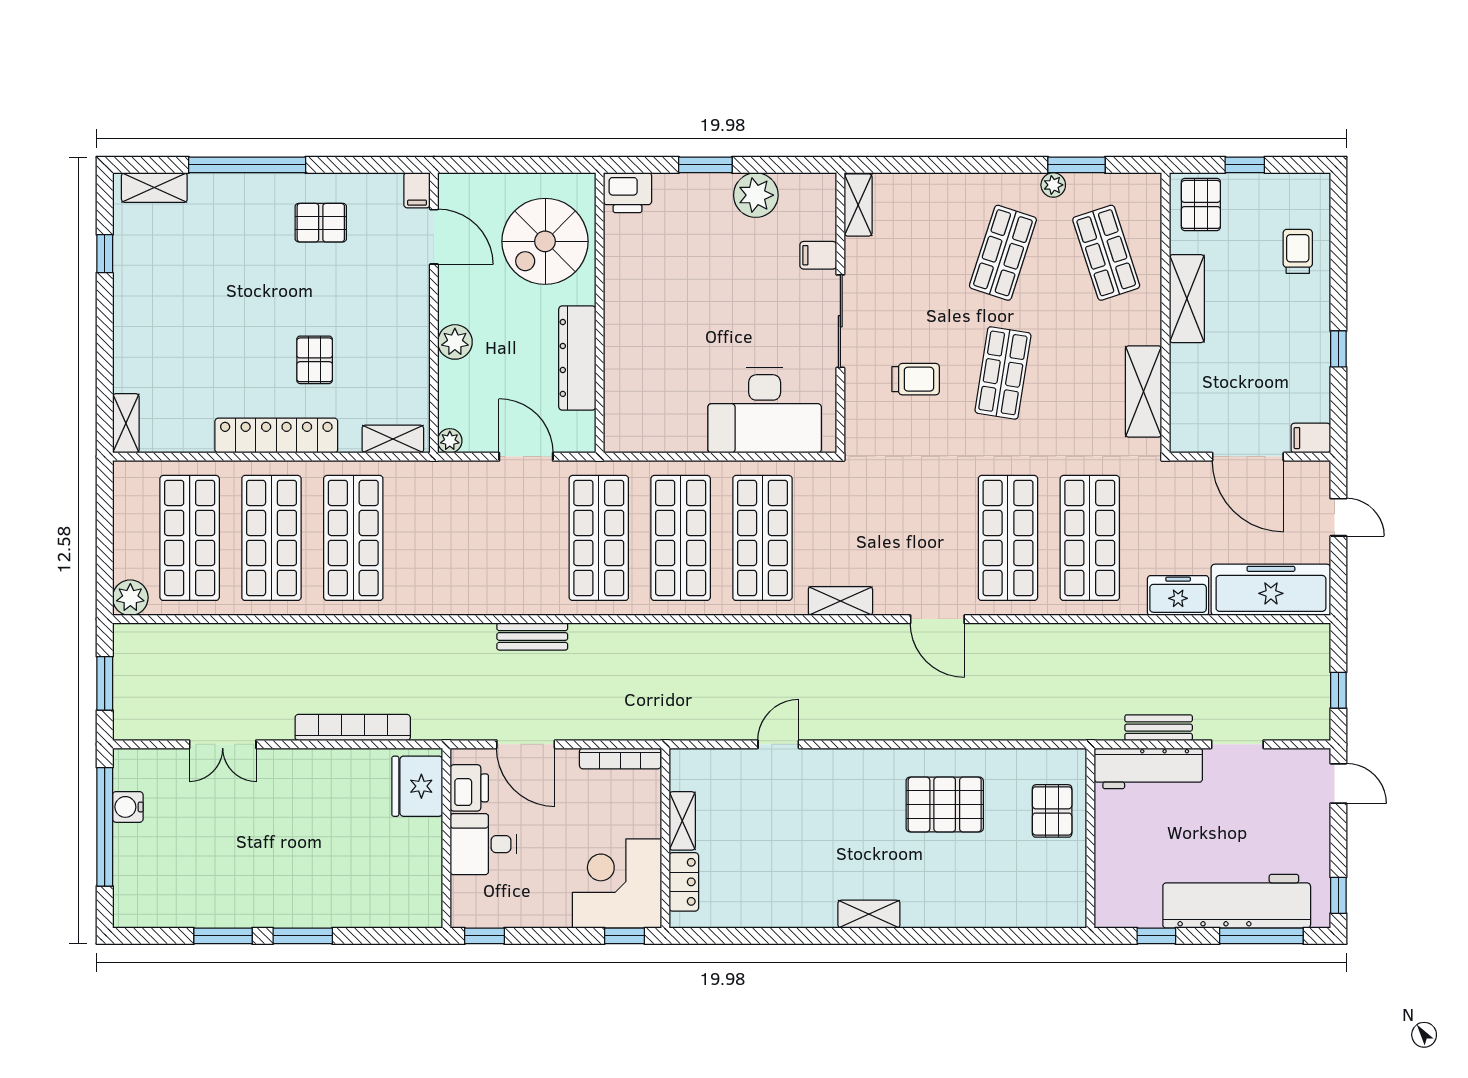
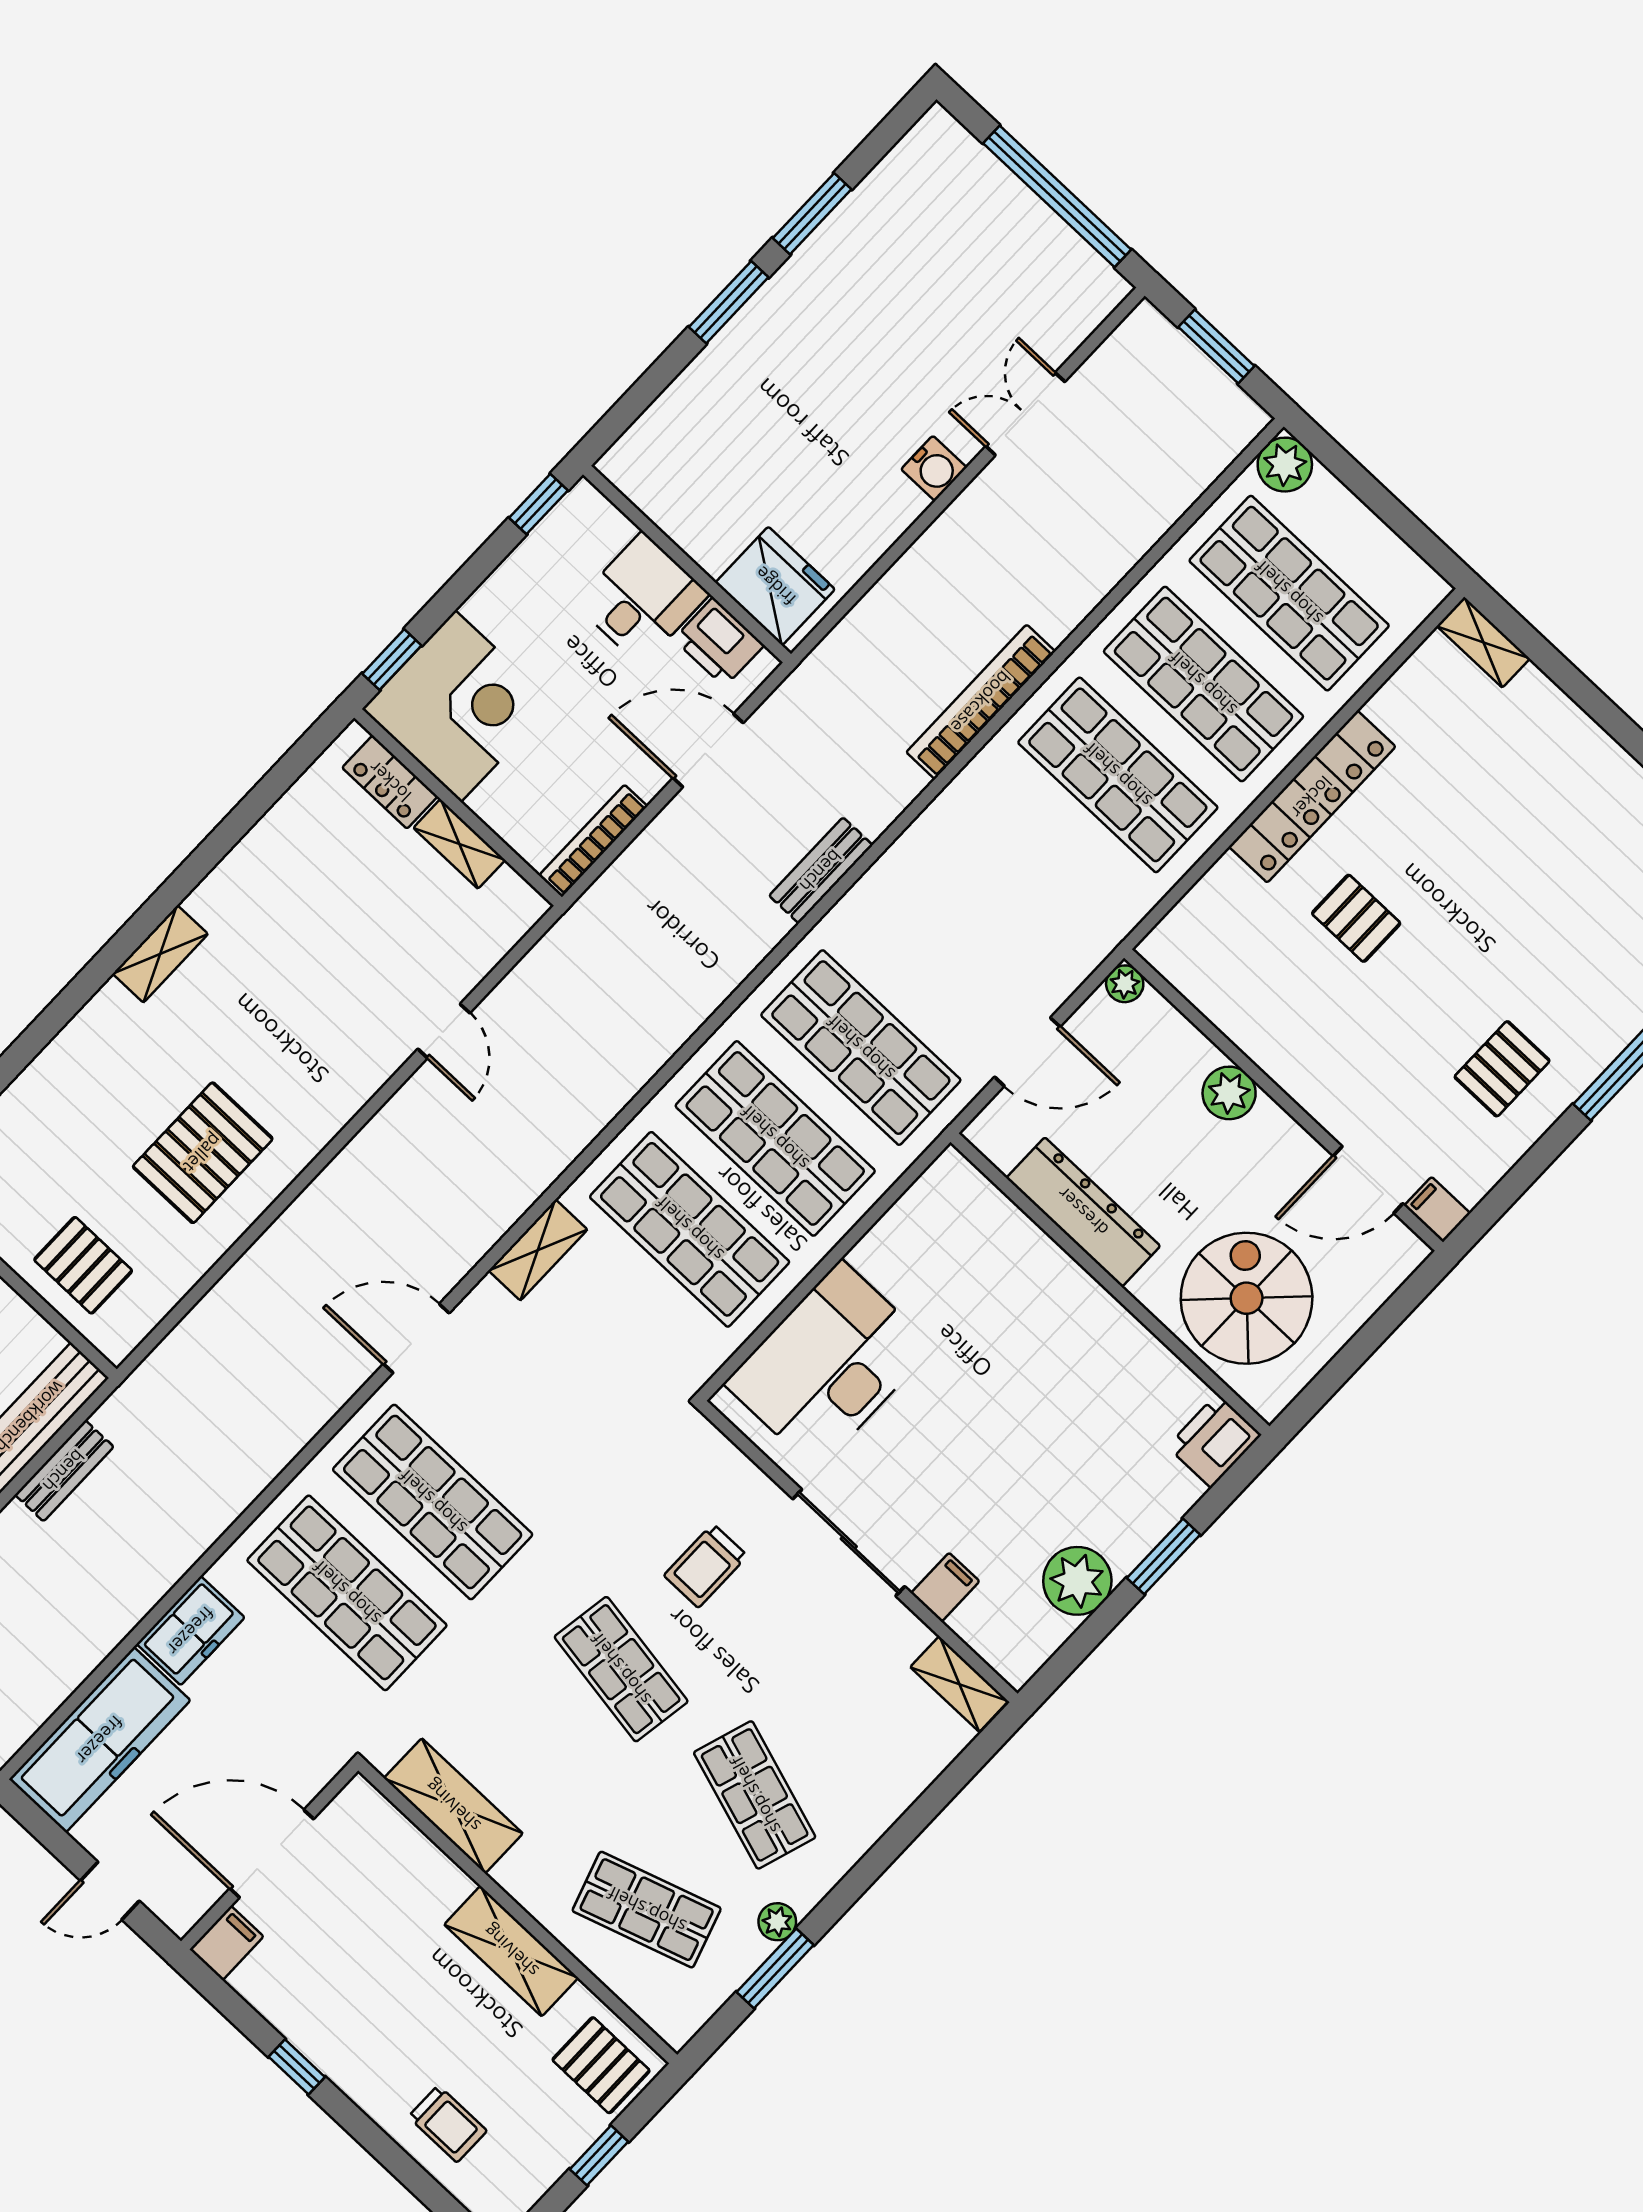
shelving: (393, 439) -> (1186, 922), removed
bookcase: (353, 727) -> (981, 702), moved, turned 180
water cooler: (128, 807) -> (934, 468), moved, turned 90

